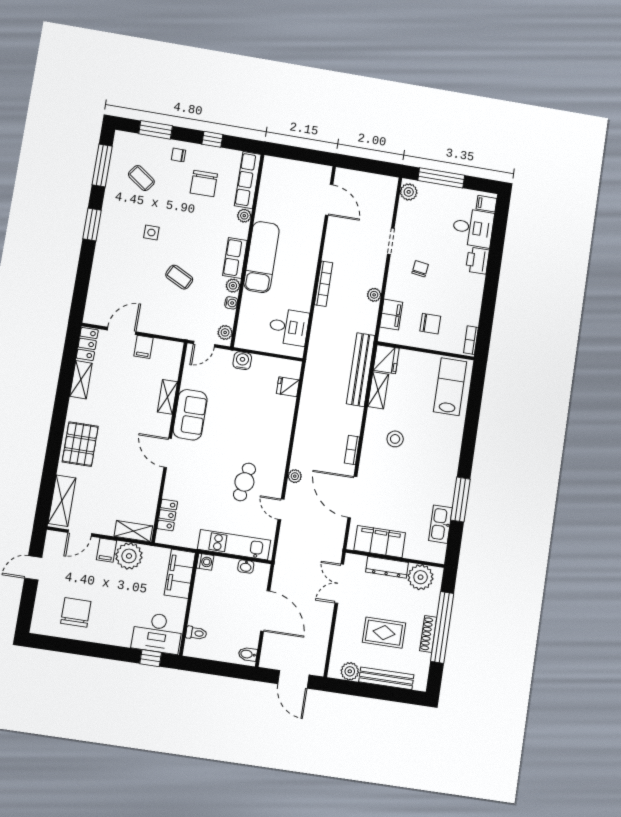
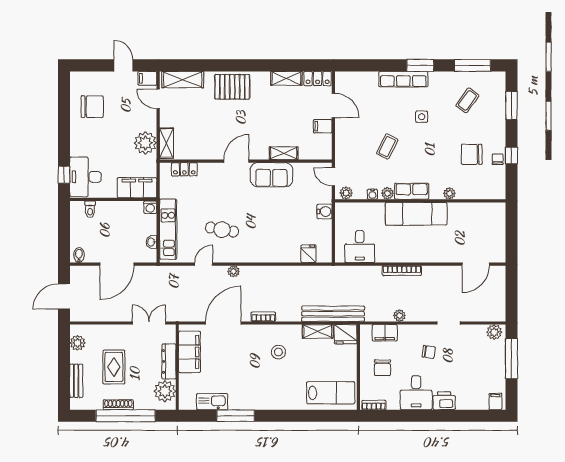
chair: (179, 155) -> (498, 159), moved
row of seats: (248, 180) -> (403, 79), moved, turned 180
desk: (473, 228) -> (416, 393), moved
filing cabinet: (106, 550) -> (147, 78), moved
bench: (386, 678) -> (76, 381), width x0.73

